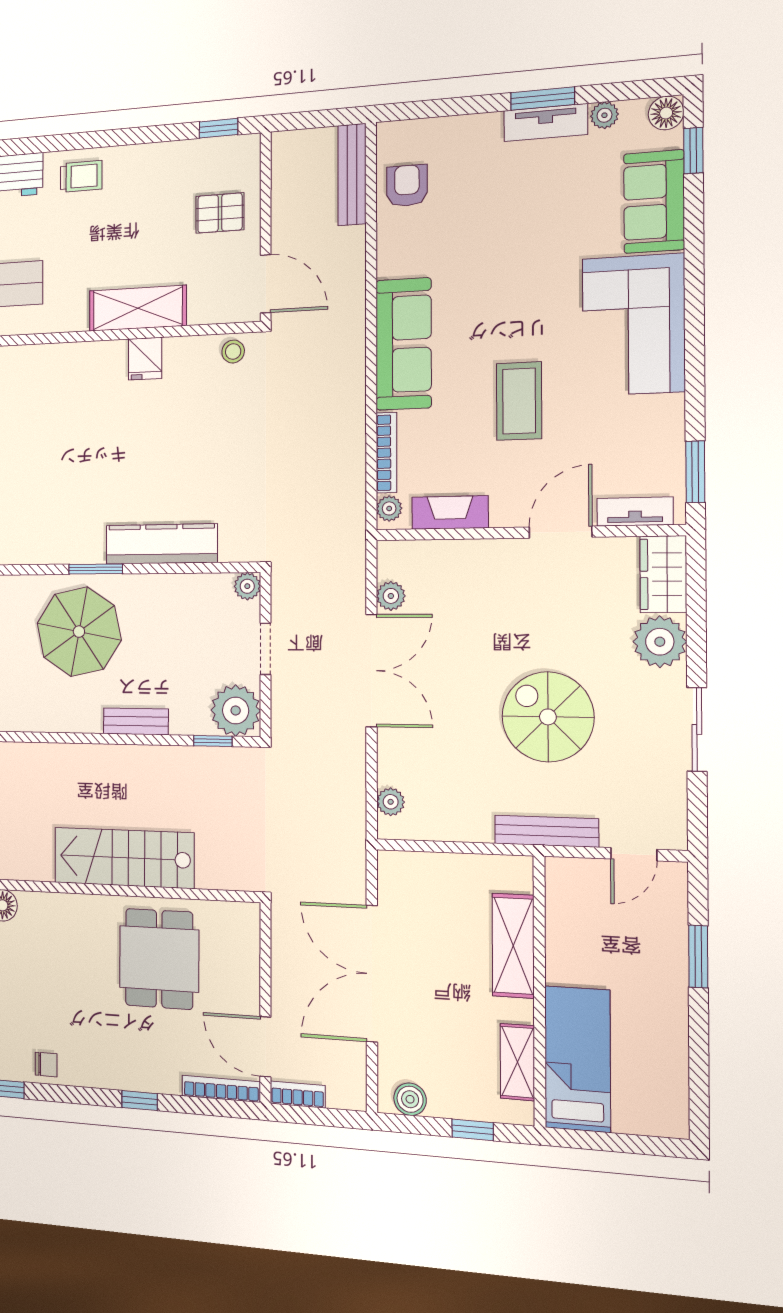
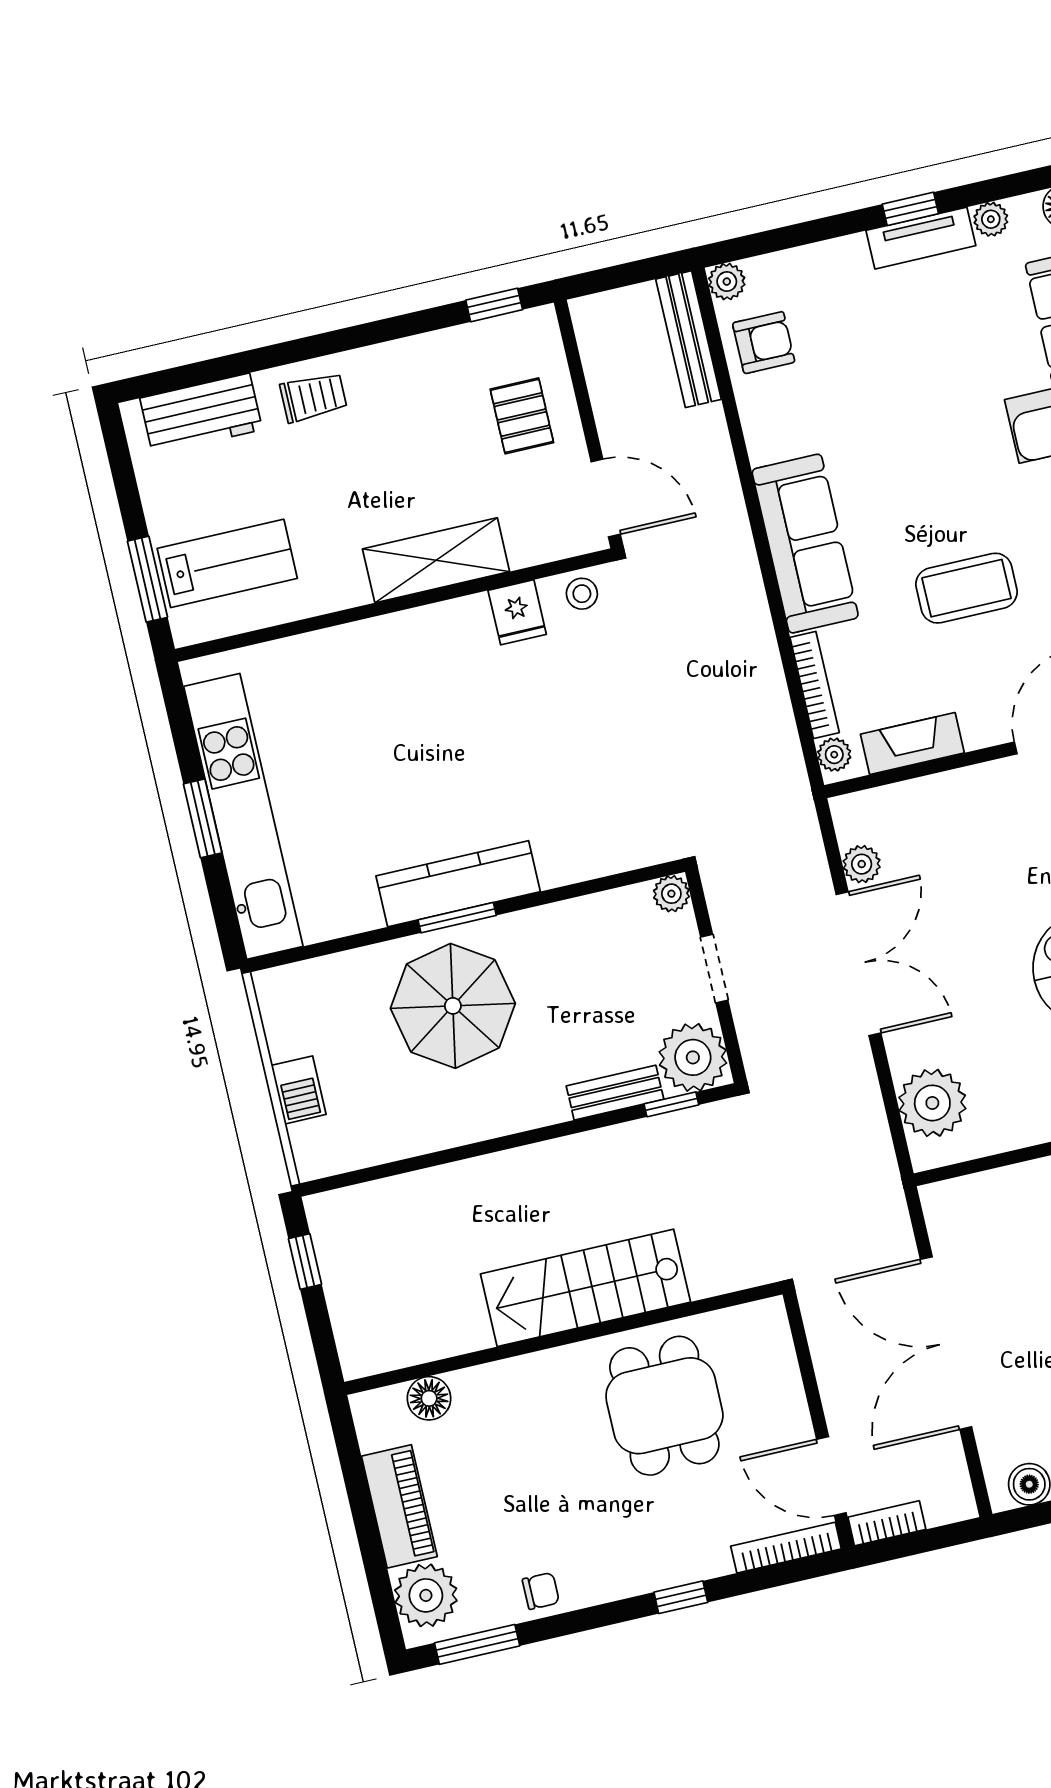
window: (543, 99) -> (910, 209), width x0.67
plant: (390, 135) -> (727, 282), added
armchair: (407, 186) -> (764, 343), turned 90
pallet: (220, 213) -> (522, 416), turned 90
fridge: (145, 359) -> (517, 612), moved
coffee table: (519, 401) -> (966, 588), turned 90
kitchen counter: (161, 544) -> (458, 884), moved
bench: (136, 721) -> (615, 1093), moved
plant: (391, 802) -> (932, 1103), width x1.87, depth x1.87

